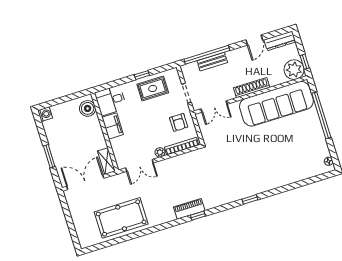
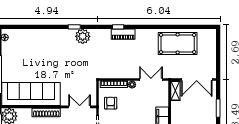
plant: (236, 191) -> (83, 36), added

